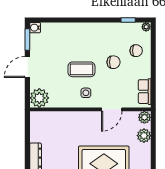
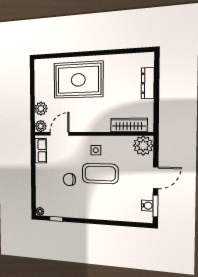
water cooler: (35, 28) -> (147, 206), moved
chair: (136, 51) -> (49, 190), removed
coffee table: (81, 69) -> (100, 174), width x1.36, depth x1.32
door: (112, 109) -> (59, 134), moved
wardrobe: (53, 118) -> (129, 125), added

